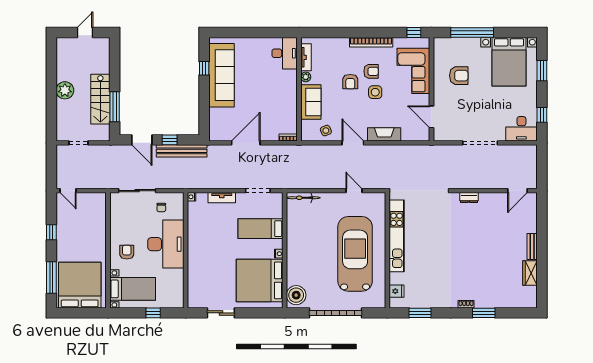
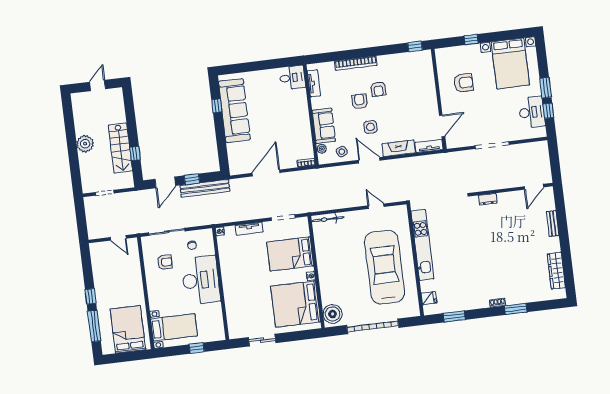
window: (472, 32) -> (471, 40), width x0.32
bookcase: (371, 42) -> (356, 63), moved
desk: (285, 53) -> (292, 78), width x0.73
armchair: (371, 71) -> (378, 89), turned 90
corner sofa: (413, 71) -> (419, 84), removed
window: (542, 71) -> (546, 88), moved
plant: (306, 77) -> (322, 149), moved
armchair: (350, 82) -> (359, 101), turned 180
side table: (375, 92) -> (370, 127), moved
window: (115, 107) -> (135, 154), width x0.46
door: (431, 117) -> (442, 126), swing flipped
desk: (521, 129) -> (532, 112), moved, turned -90
tv unit: (416, 136) -> (429, 146), added
door: (142, 140) -> (165, 182), hinge flipped
door: (68, 191) -> (118, 238), moved
bed: (260, 229) -> (290, 254), width x1.50
window: (51, 232) -> (91, 296), moved
bench: (532, 247) -> (553, 224), moved
armchair: (127, 252) -> (165, 262), moved, turned 90
wardrobe: (530, 273) -> (556, 271), width x1.50
bed: (80, 285) -> (128, 329), width x0.73

